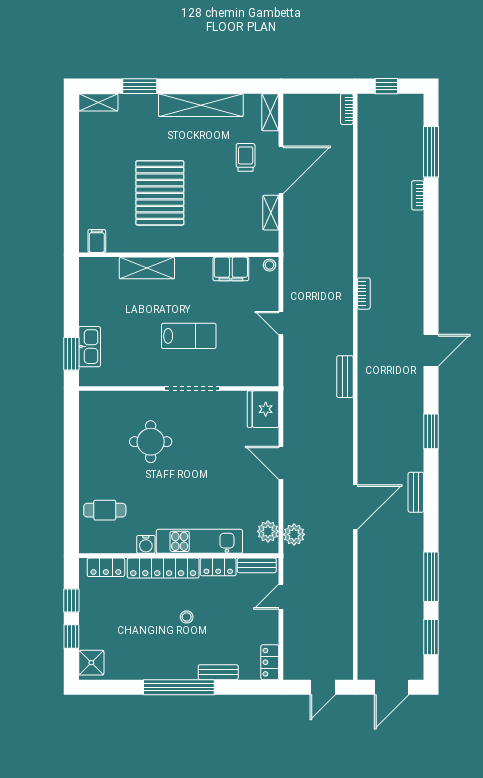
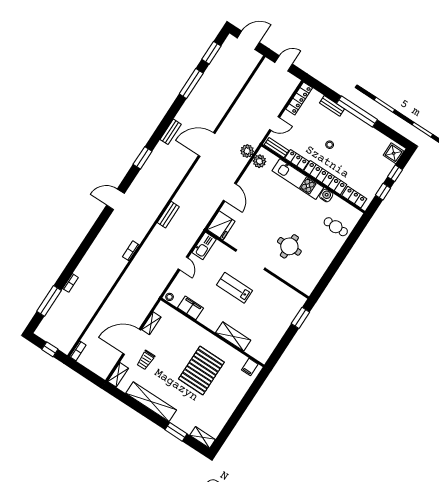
kitchen sink: (90, 347) -> (204, 246), moved, turned 180
locker: (270, 662) -> (299, 98), width x1.53

